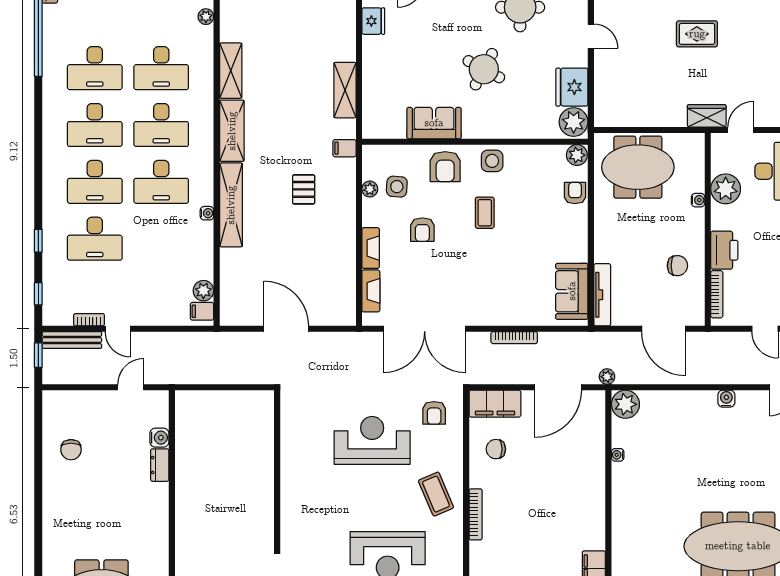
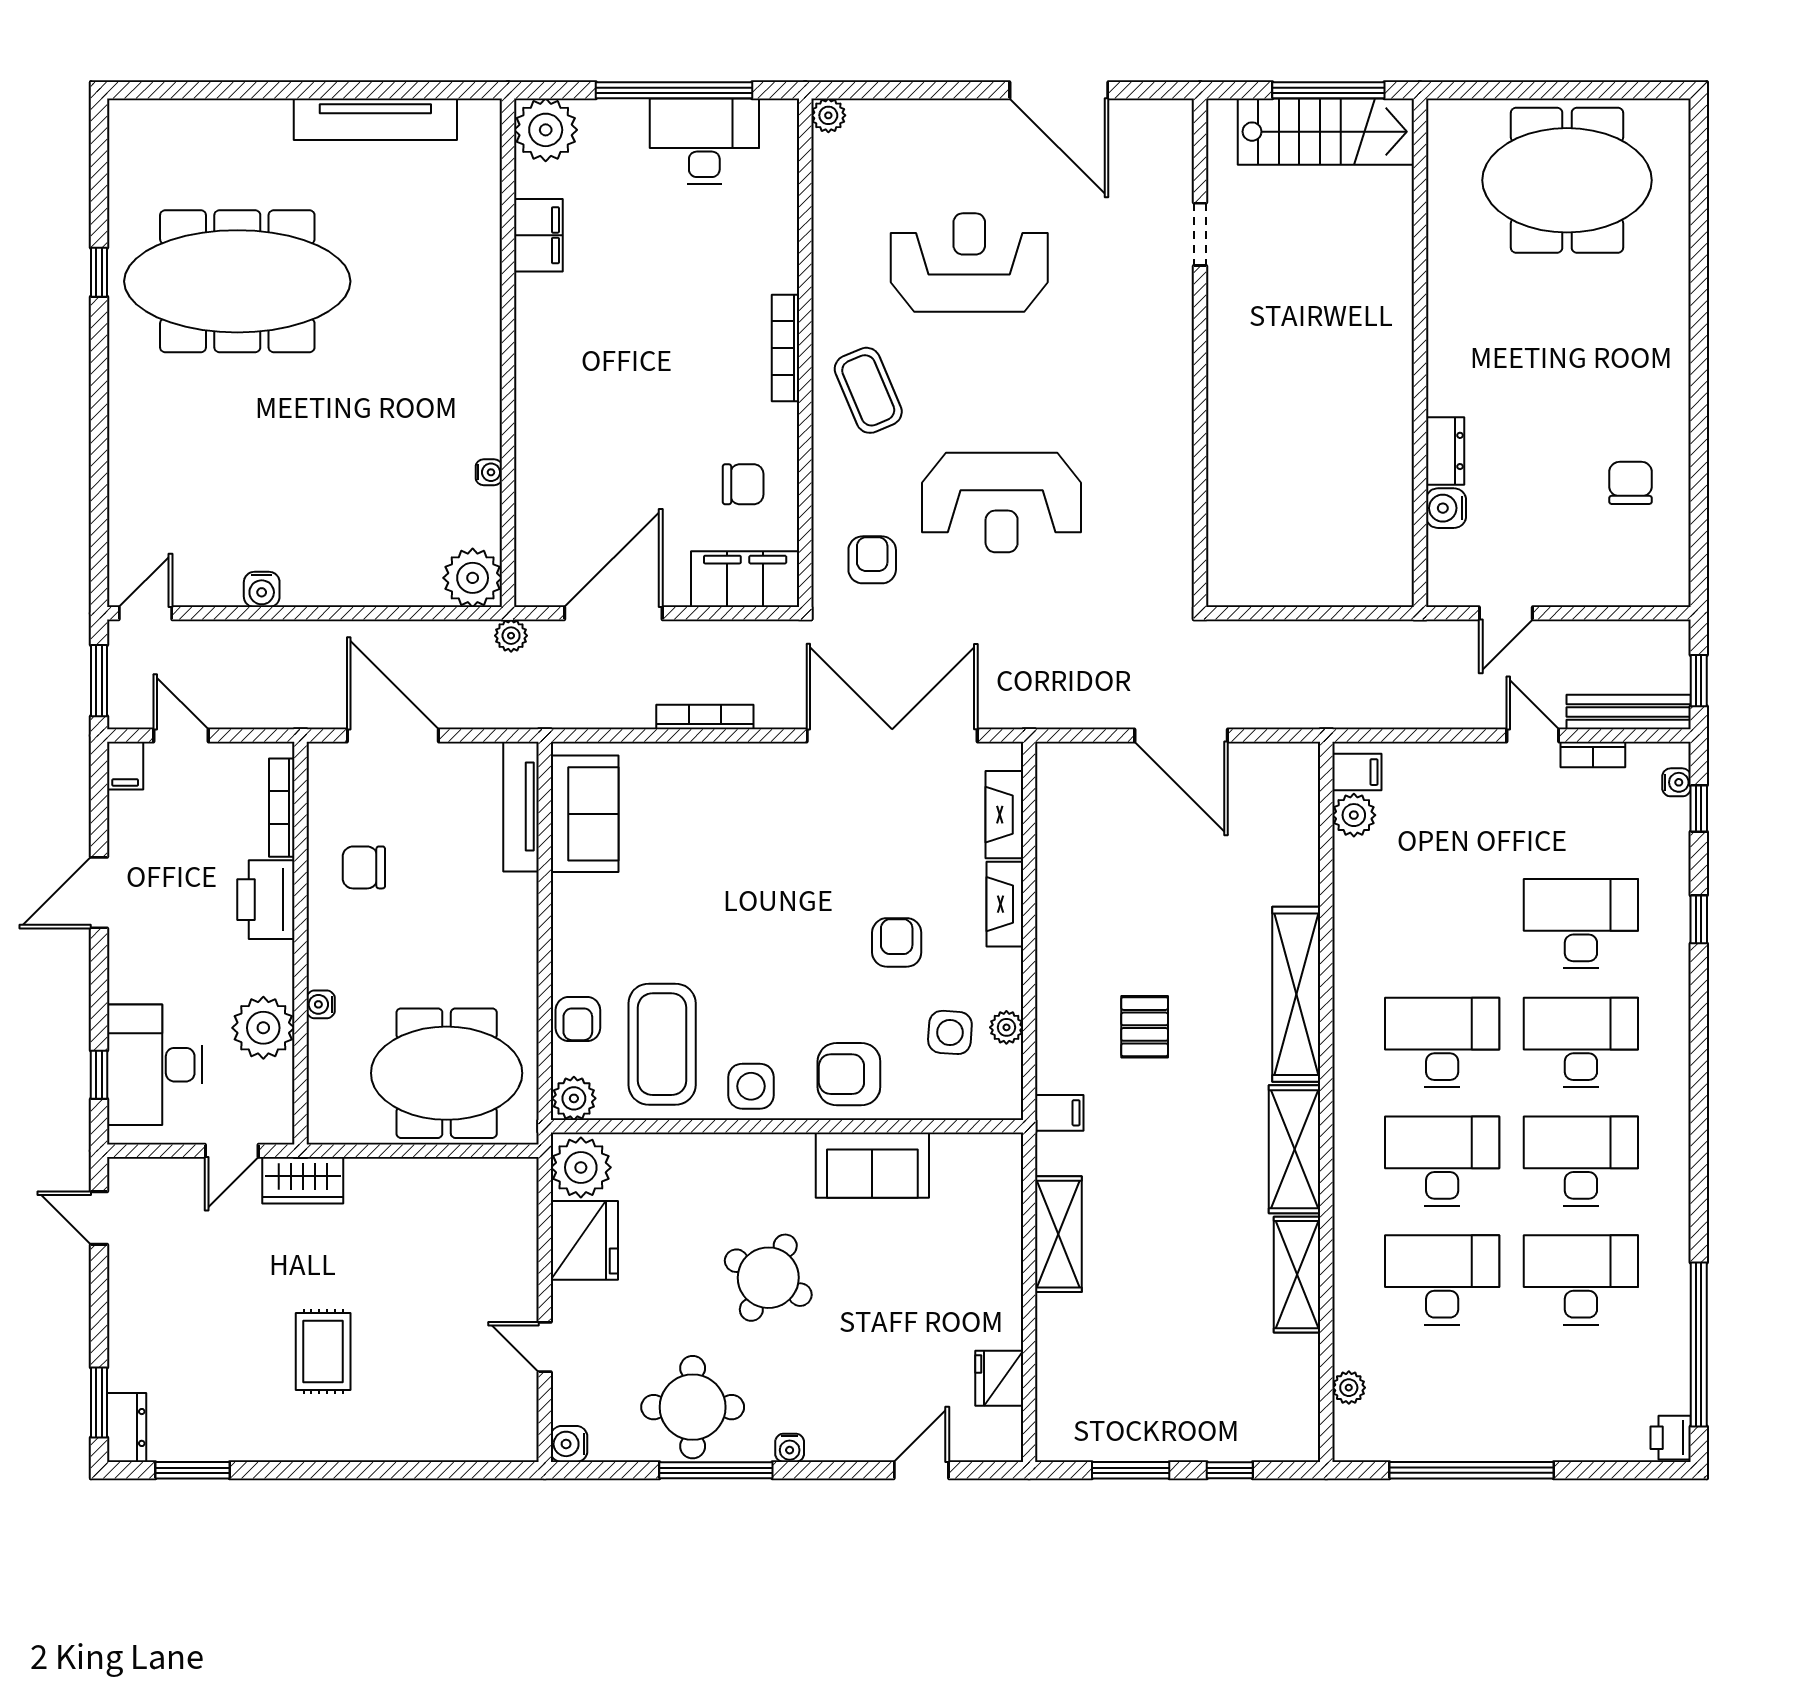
rug: (697, 34) -> (323, 1351), turned 90
armchair: (445, 167) -> (849, 1074), turned -90
water cooler: (207, 213) -> (1677, 782), moved, turned 180
coffee table: (485, 213) -> (662, 1044), moved, width x1.86, depth x1.72

